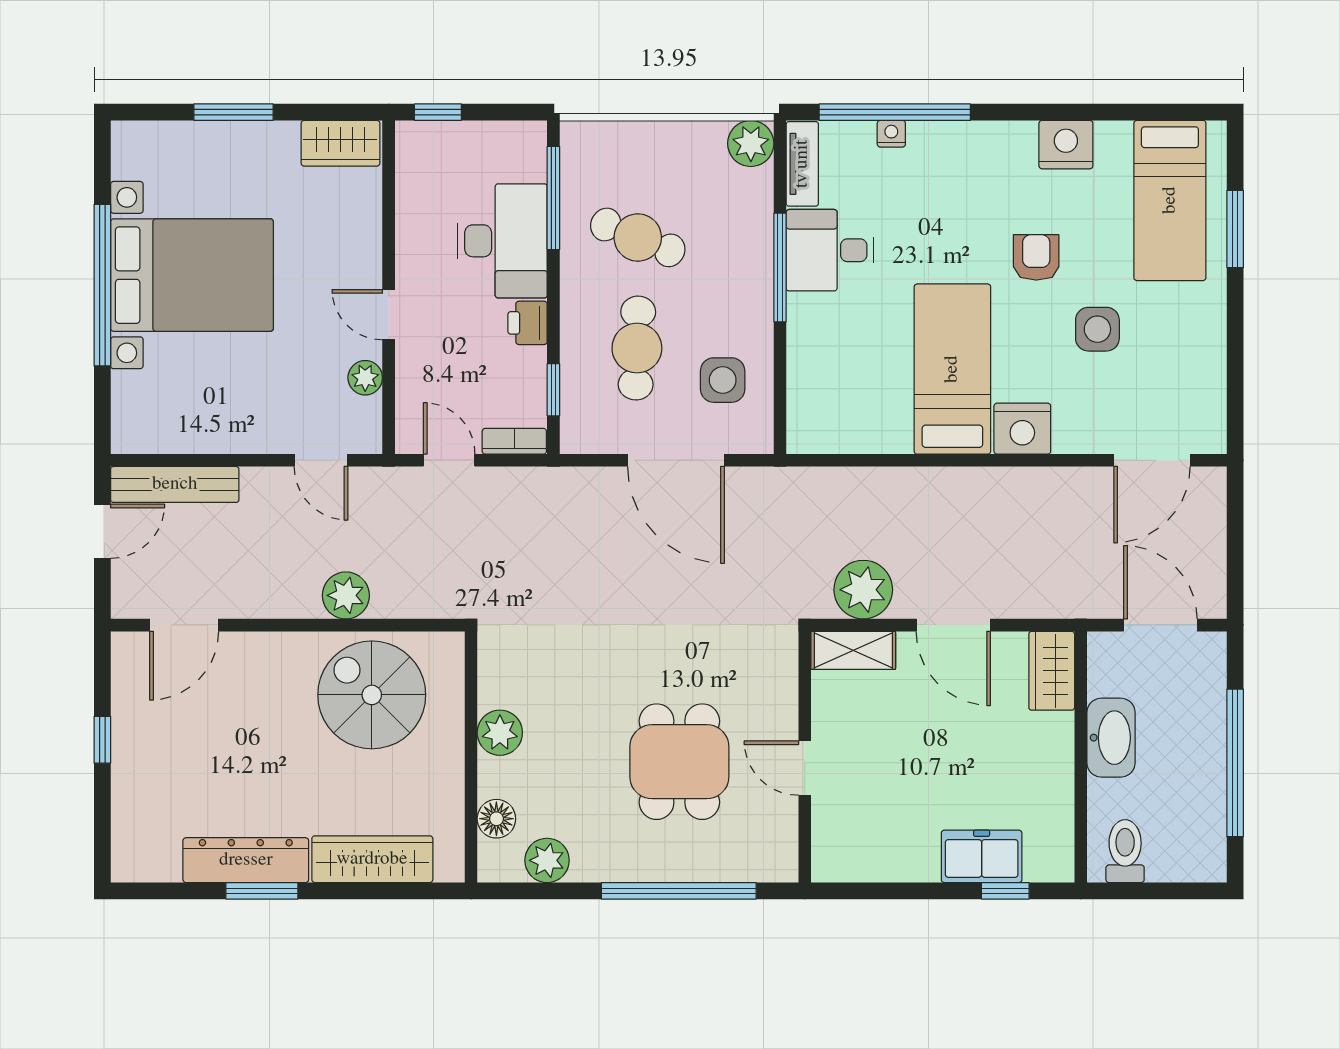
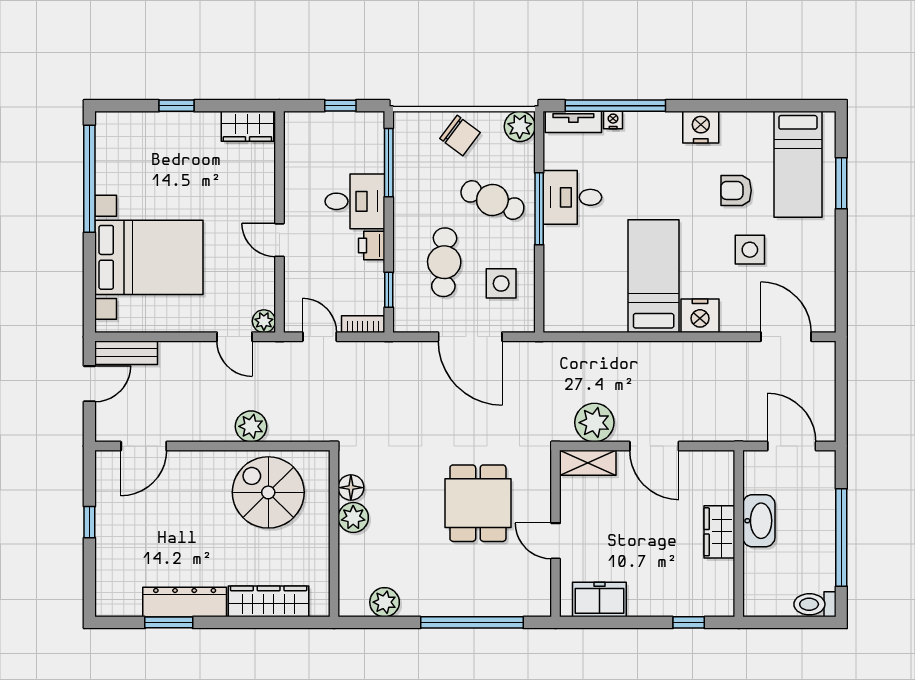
window: (234, 112) -> (176, 106), width x0.67
window: (438, 112) -> (340, 106), moved
nightstand: (1066, 145) -> (701, 127), moved
chair: (661, 157) -> (460, 136), added
tv unit: (802, 164) -> (573, 122), moved, turned 90
cafe table: (638, 237) -> (492, 200), moved
desk: (502, 241) -> (355, 201), width x0.73
armchair: (1036, 257) -> (736, 190), moved, turned -90
bed with nightstands: (192, 275) -> (149, 257), moved
window: (102, 285) -> (89, 179), moved
plant: (365, 378) -> (264, 321), moved
door: (1152, 460) -> (786, 337), swing flipped
bench: (175, 484) -> (126, 353), width x0.73
wardrobe: (1052, 671) -> (719, 532), moved
dining table: (679, 762) -> (478, 503), moved
floor lamp: (496, 819) -> (351, 488), moved
toilet: (1125, 851) -> (815, 604), moved, turned -90
freezer: (982, 856) -> (599, 600), moved
window: (262, 891) -> (169, 622), moved

